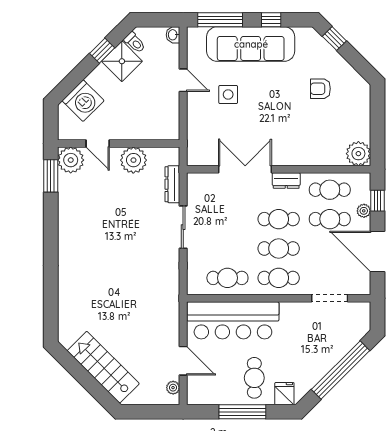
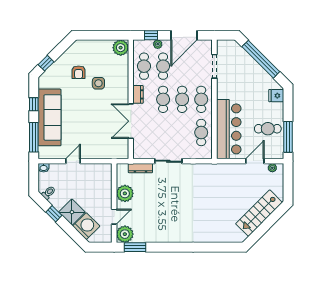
shower: (122, 61) -> (72, 212), moved
side table: (228, 94) -> (98, 83), moved
cafe table: (254, 378) -> (268, 129), moved
window: (242, 412) -> (288, 137), moved

